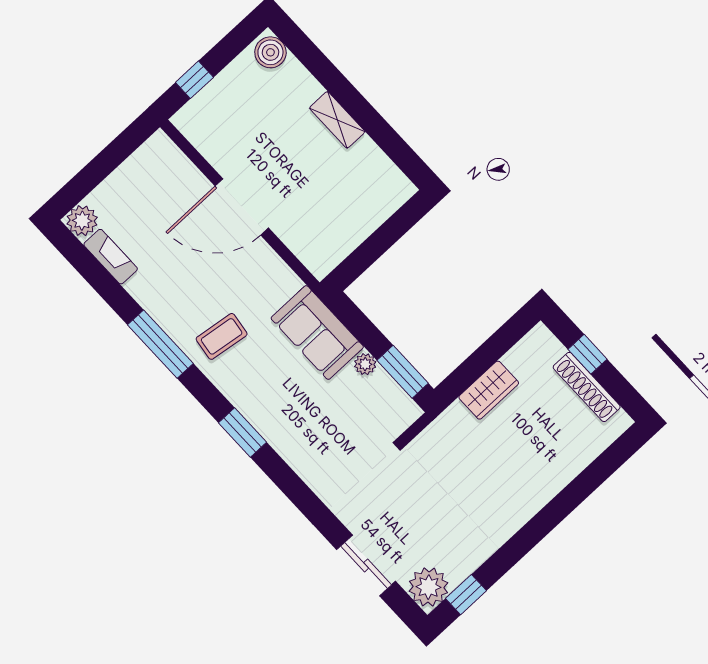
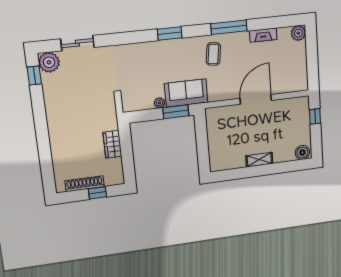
fireplace: (111, 257) -> (263, 35), moved
window: (403, 372) -> (176, 112), moved

